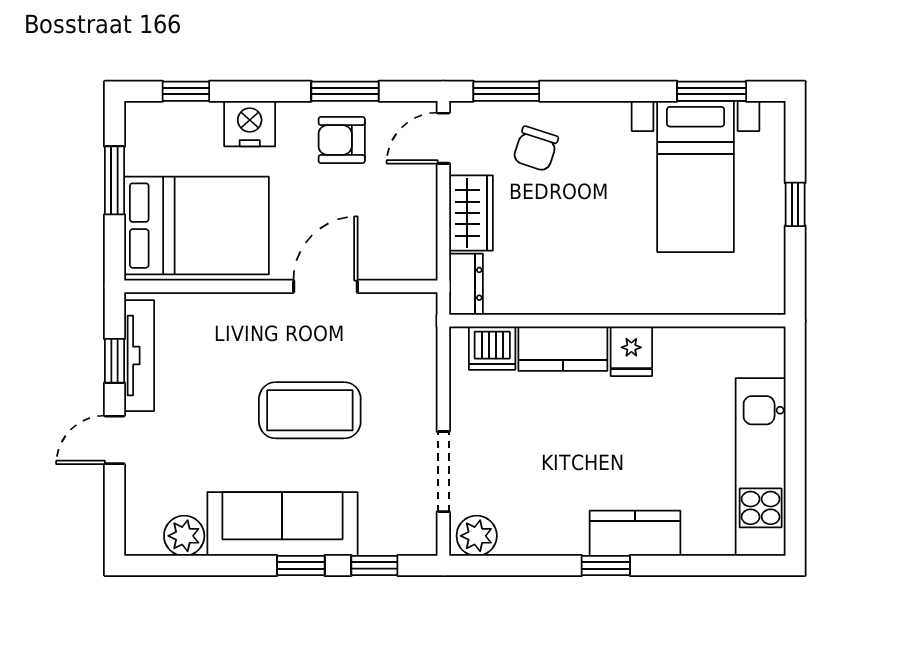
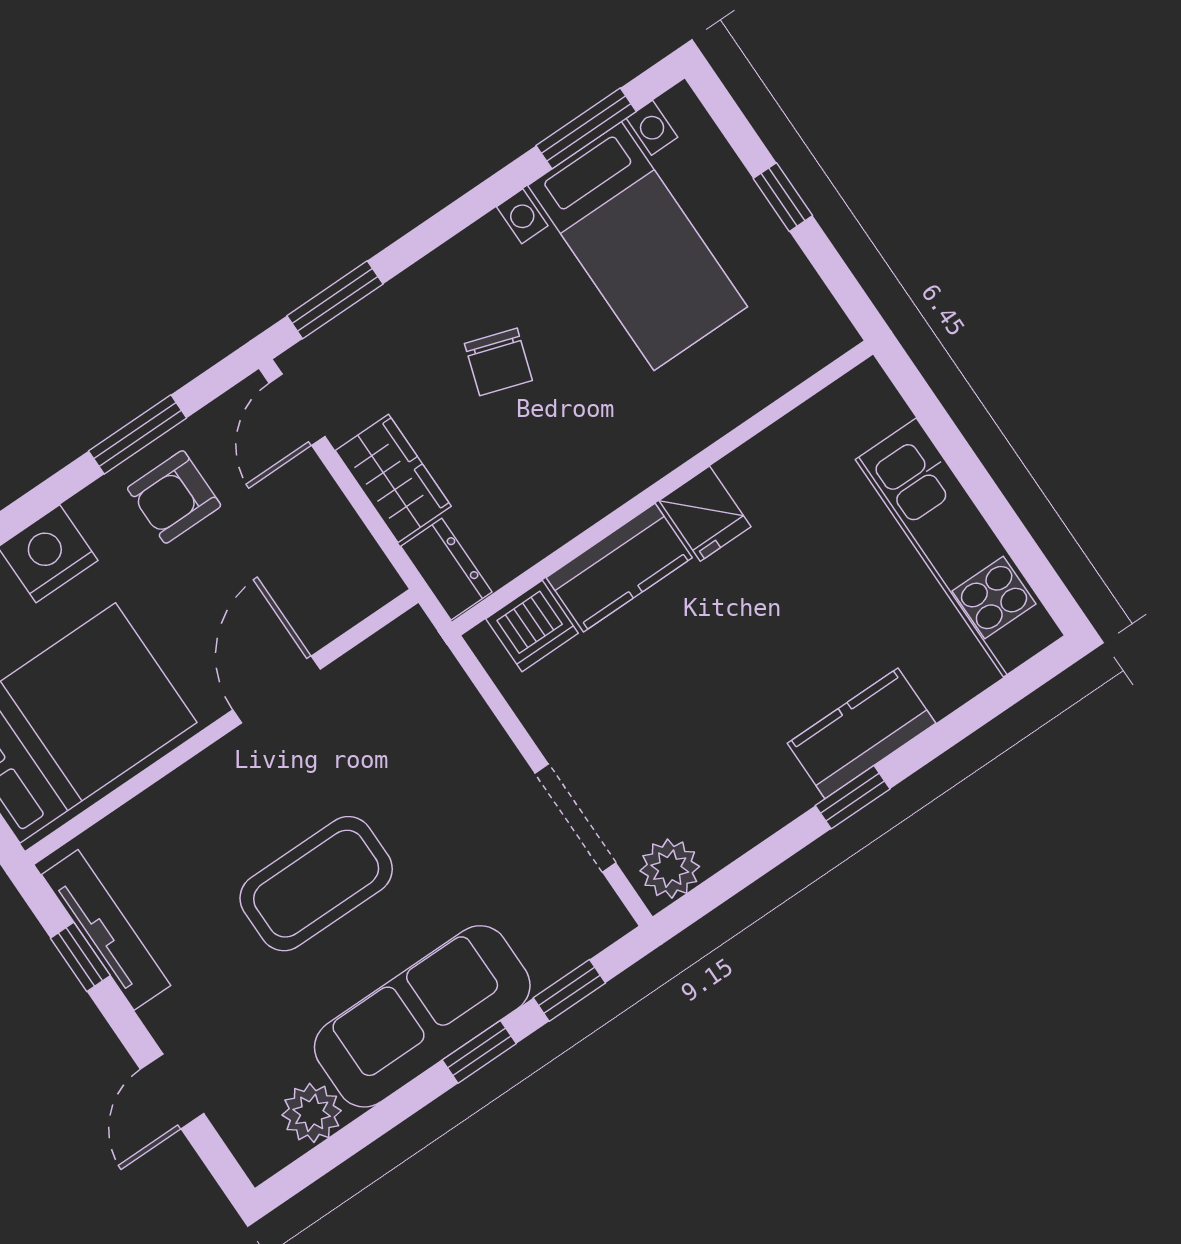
chair: (536, 149) -> (498, 362), moved
coffee table: (310, 410) -> (316, 884), moved
door: (114, 440) -> (172, 1091), moved

